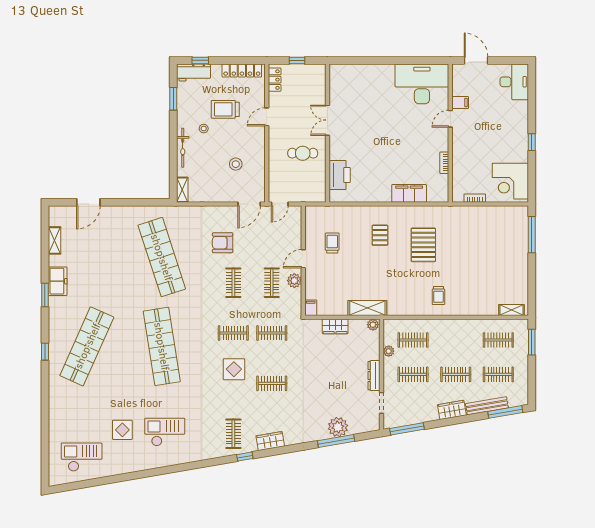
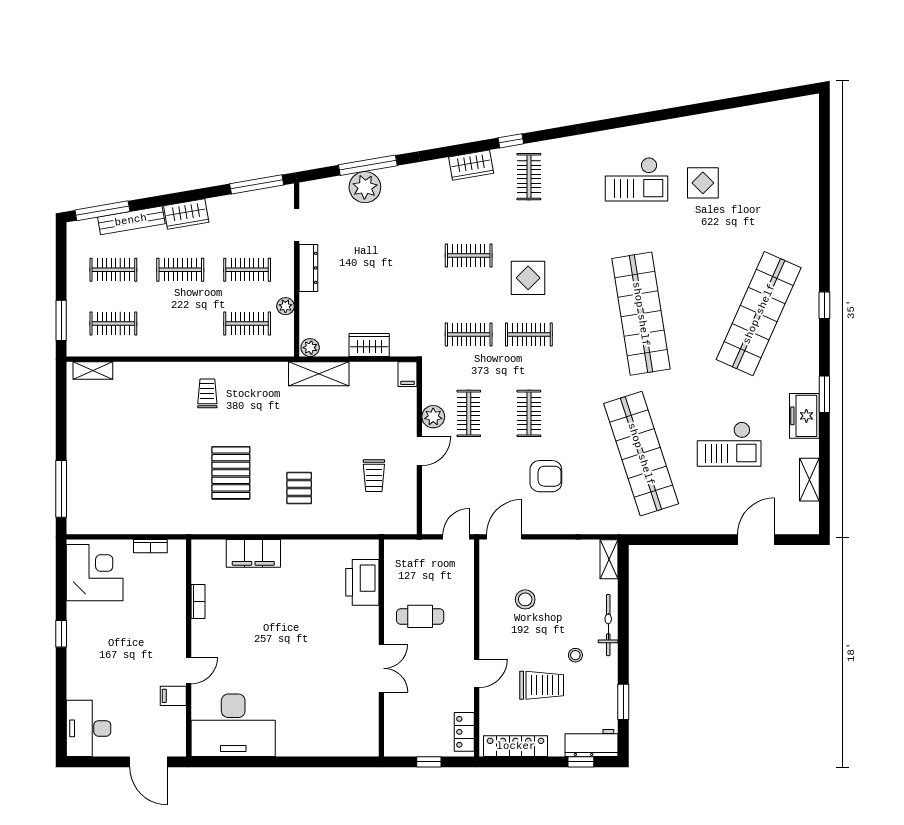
checkout: (82, 457) -> (729, 444), moved

